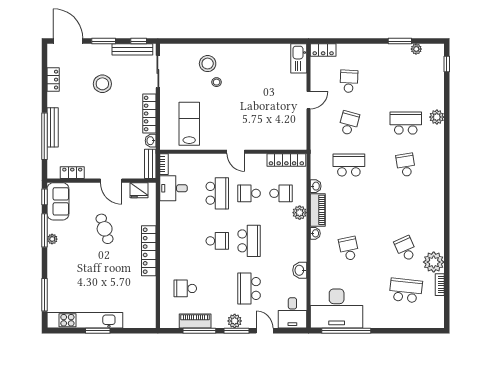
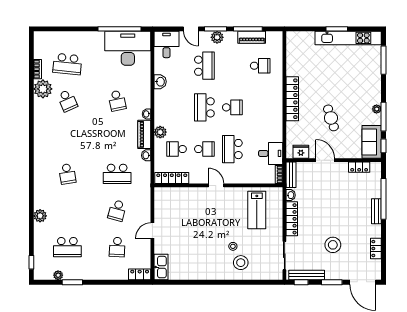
school desk: (406, 123) -> (67, 247), moved
bench: (53, 127) -> (376, 211), width x0.73
school desk: (217, 241) -> (232, 107), turned 180

